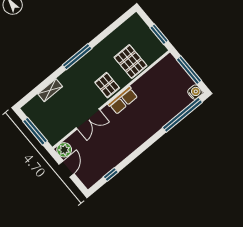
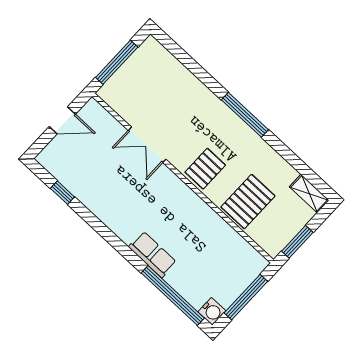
shelving: (50, 90) -> (309, 194), moved
row of seats: (123, 100) -> (152, 254), moved, turned 180
plant: (64, 150) -> (93, 113), removed

